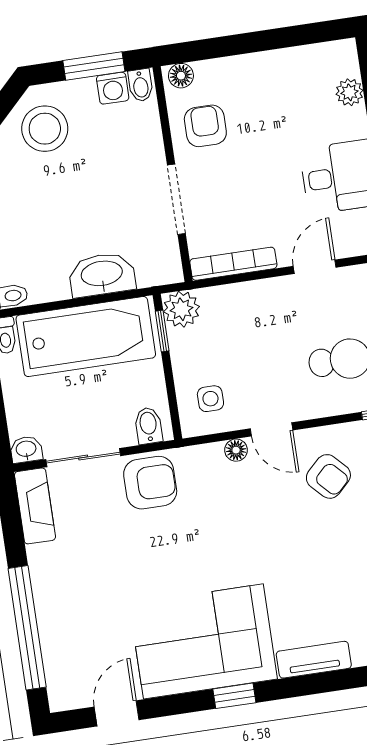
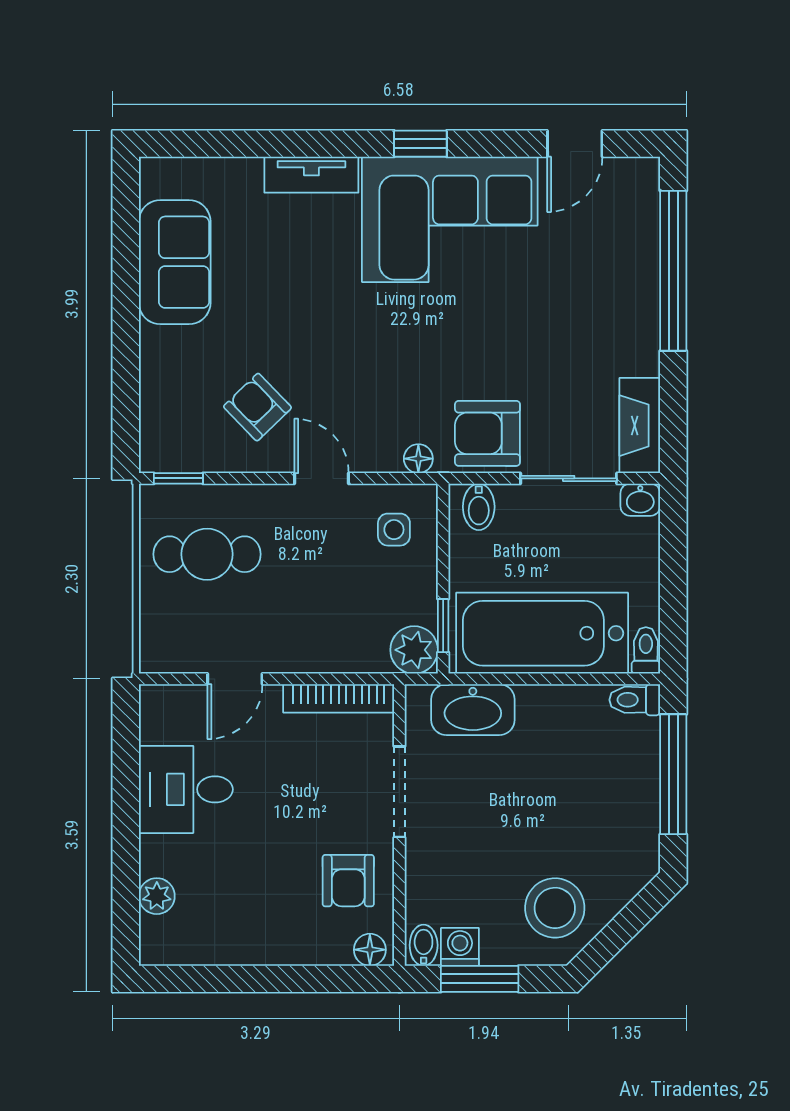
washbasin: (102, 275) -> (473, 710), moved
floor lamp: (236, 450) -> (418, 459), moved

